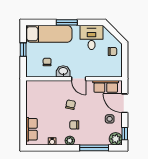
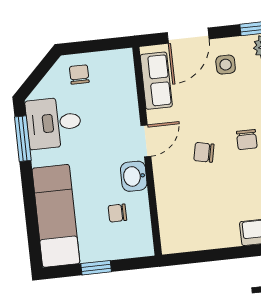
window: (67, 22) -> (23, 139), moved

